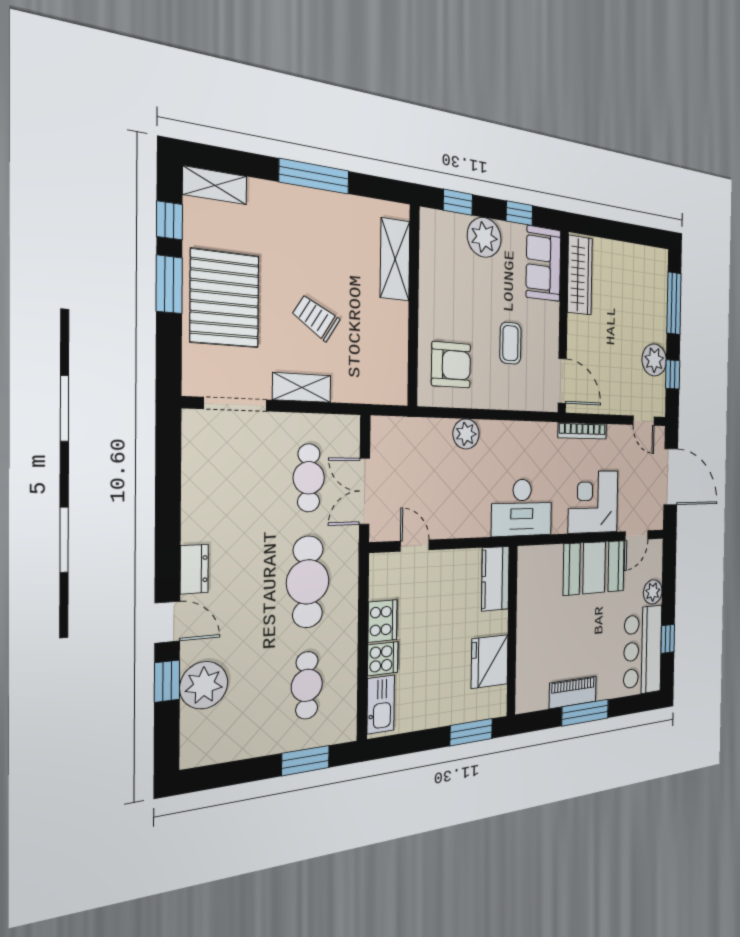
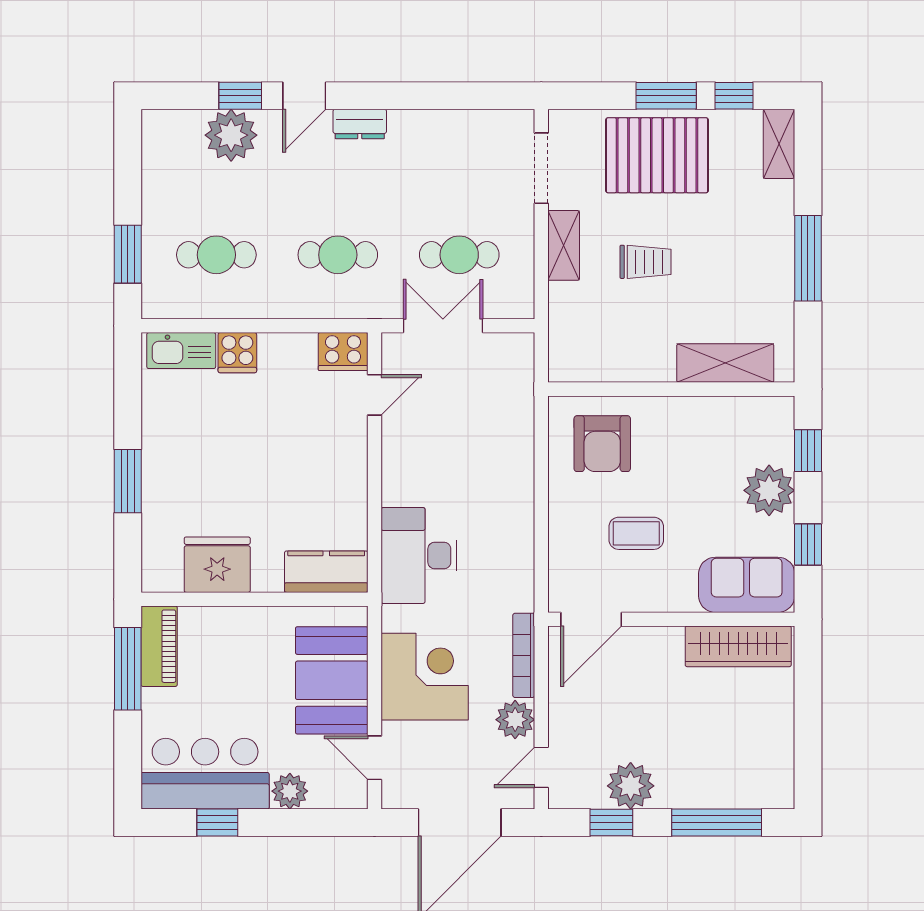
trolley: (316, 318) -> (645, 262), turned 58
plant: (466, 434) -> (515, 720), moved
kitchen counter: (495, 578) -> (326, 572), moved
cafe table: (308, 582) -> (338, 255), width x0.73, depth x0.74
cooker: (382, 621) -> (343, 352), moved
wall: (512, 631) -> (254, 599), moved
fridge: (490, 661) -> (217, 565), moved

